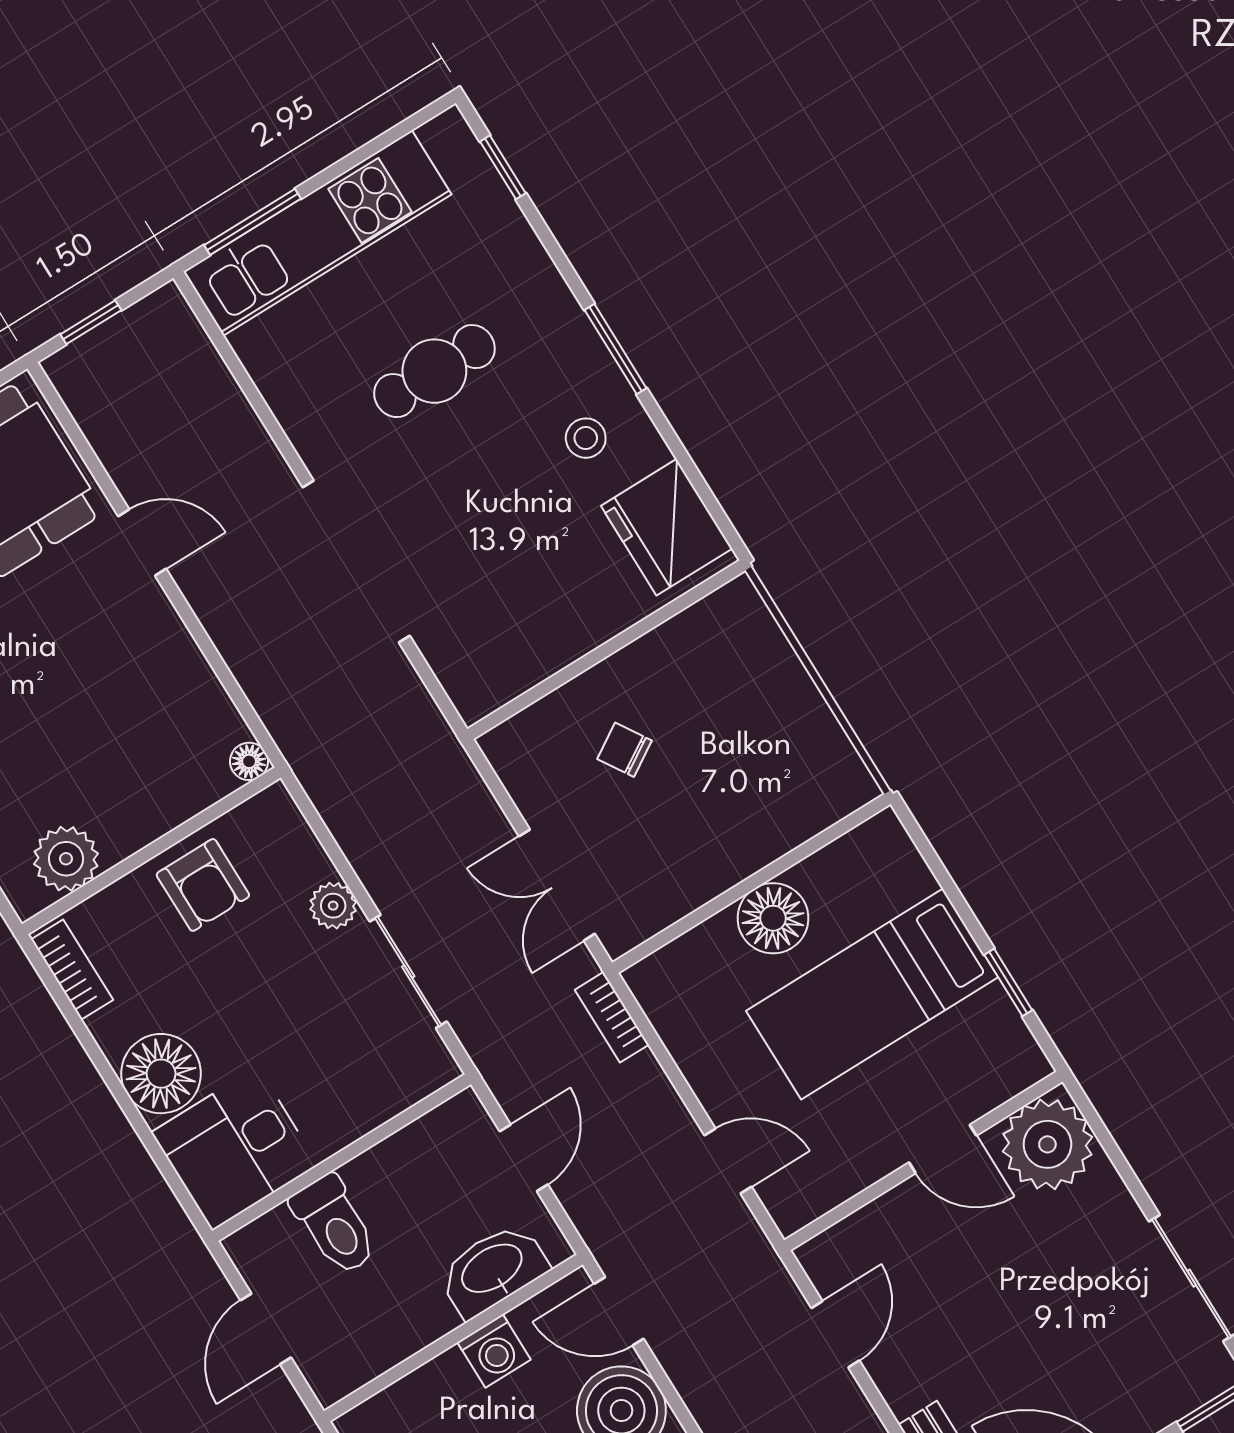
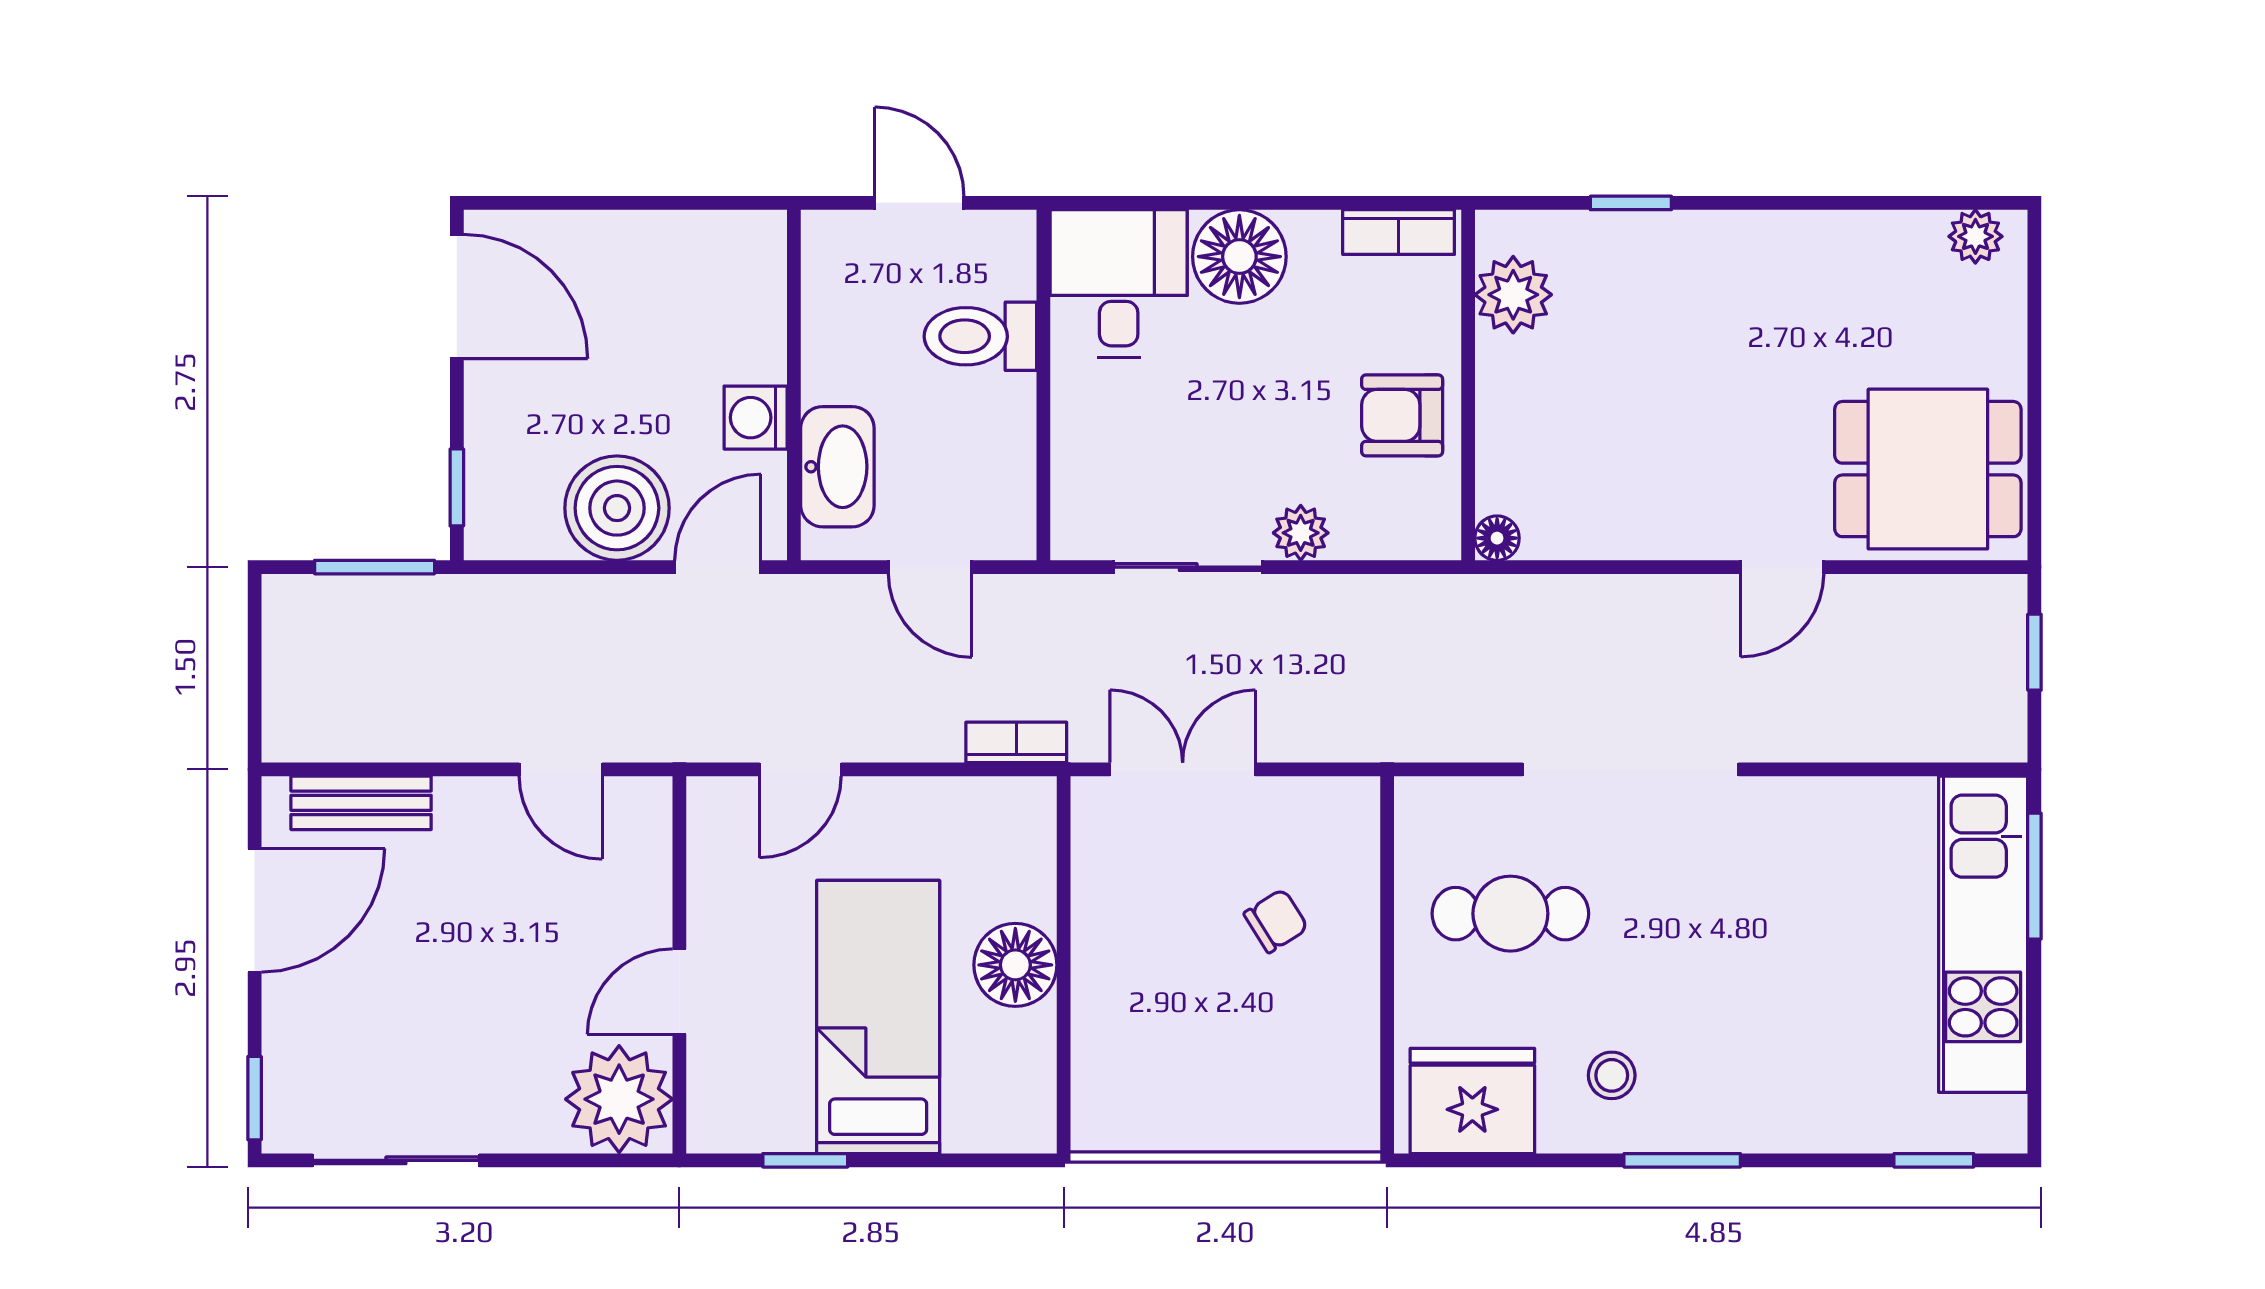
cafe table: (434, 371) -> (1510, 914), moved, turned 90

